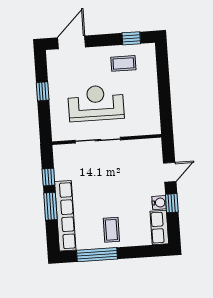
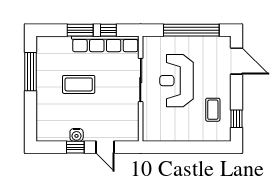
window: (43, 91) -> (191, 30), width x3.17
reception desk: (96, 103) -> (176, 81), turned 180
row of seats: (65, 216) -> (105, 44), moved
row of seats: (159, 227) -> (53, 134), removed
coffee table: (111, 230) -> (79, 84), moved, width x1.36, depth x1.30

